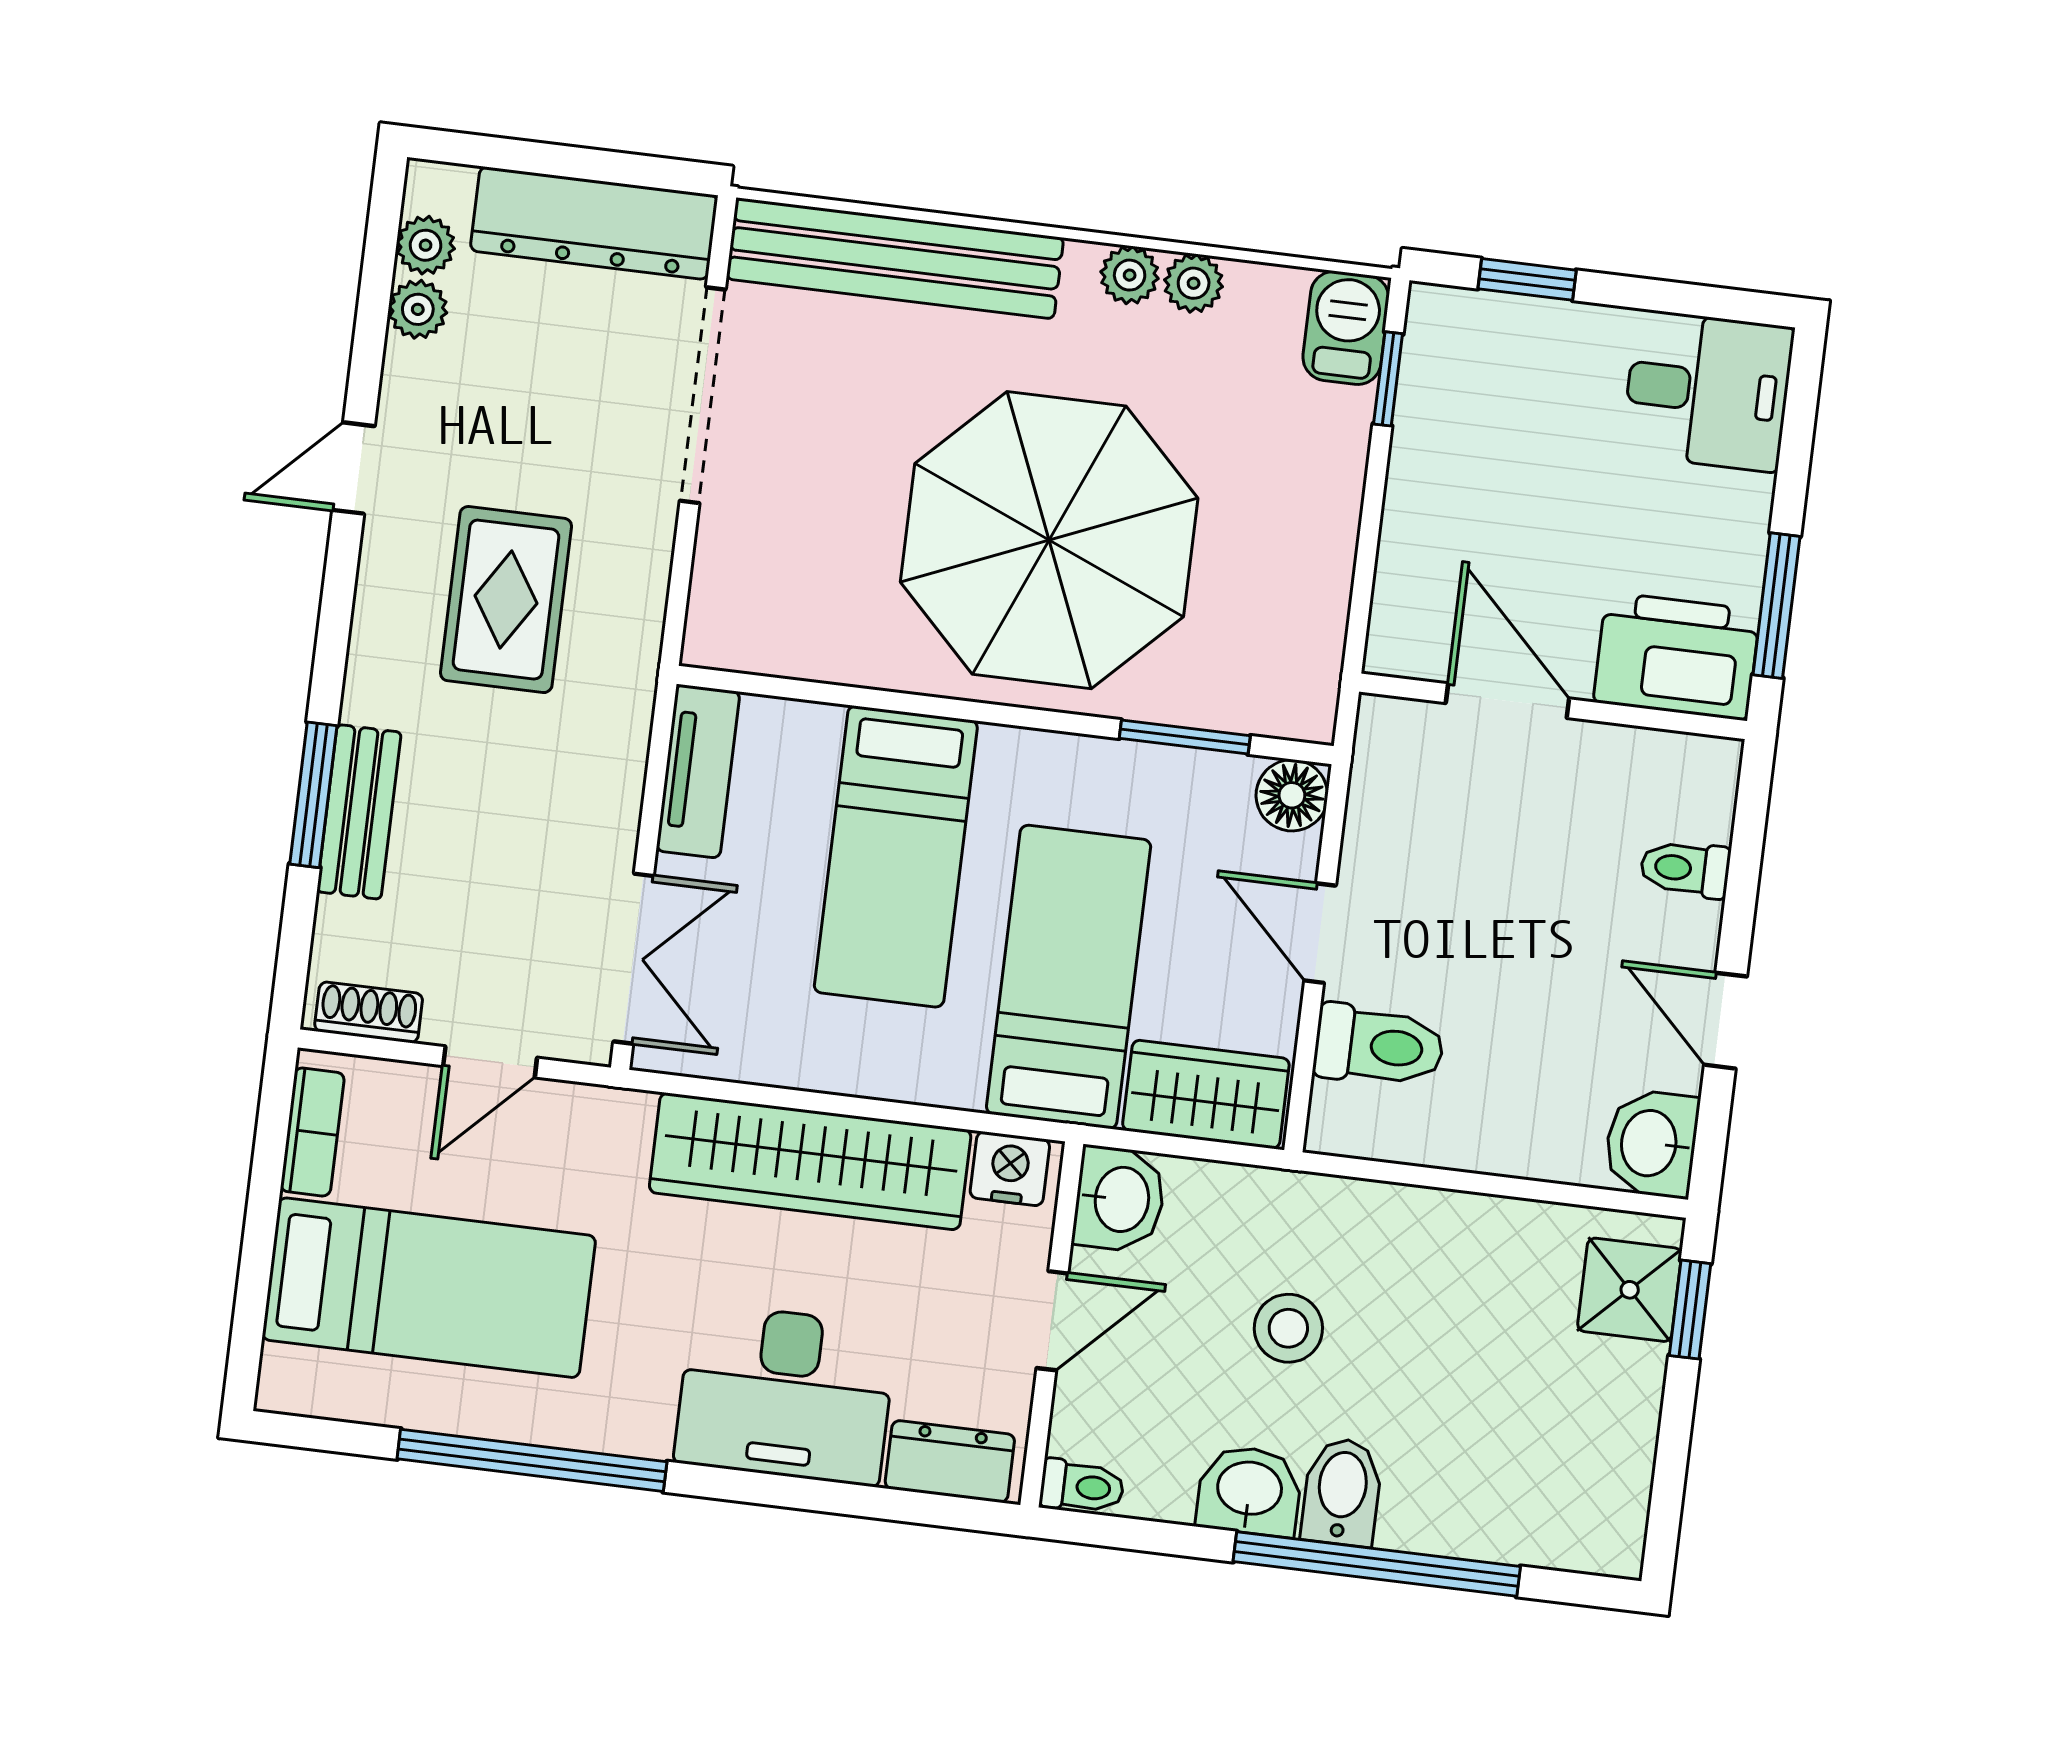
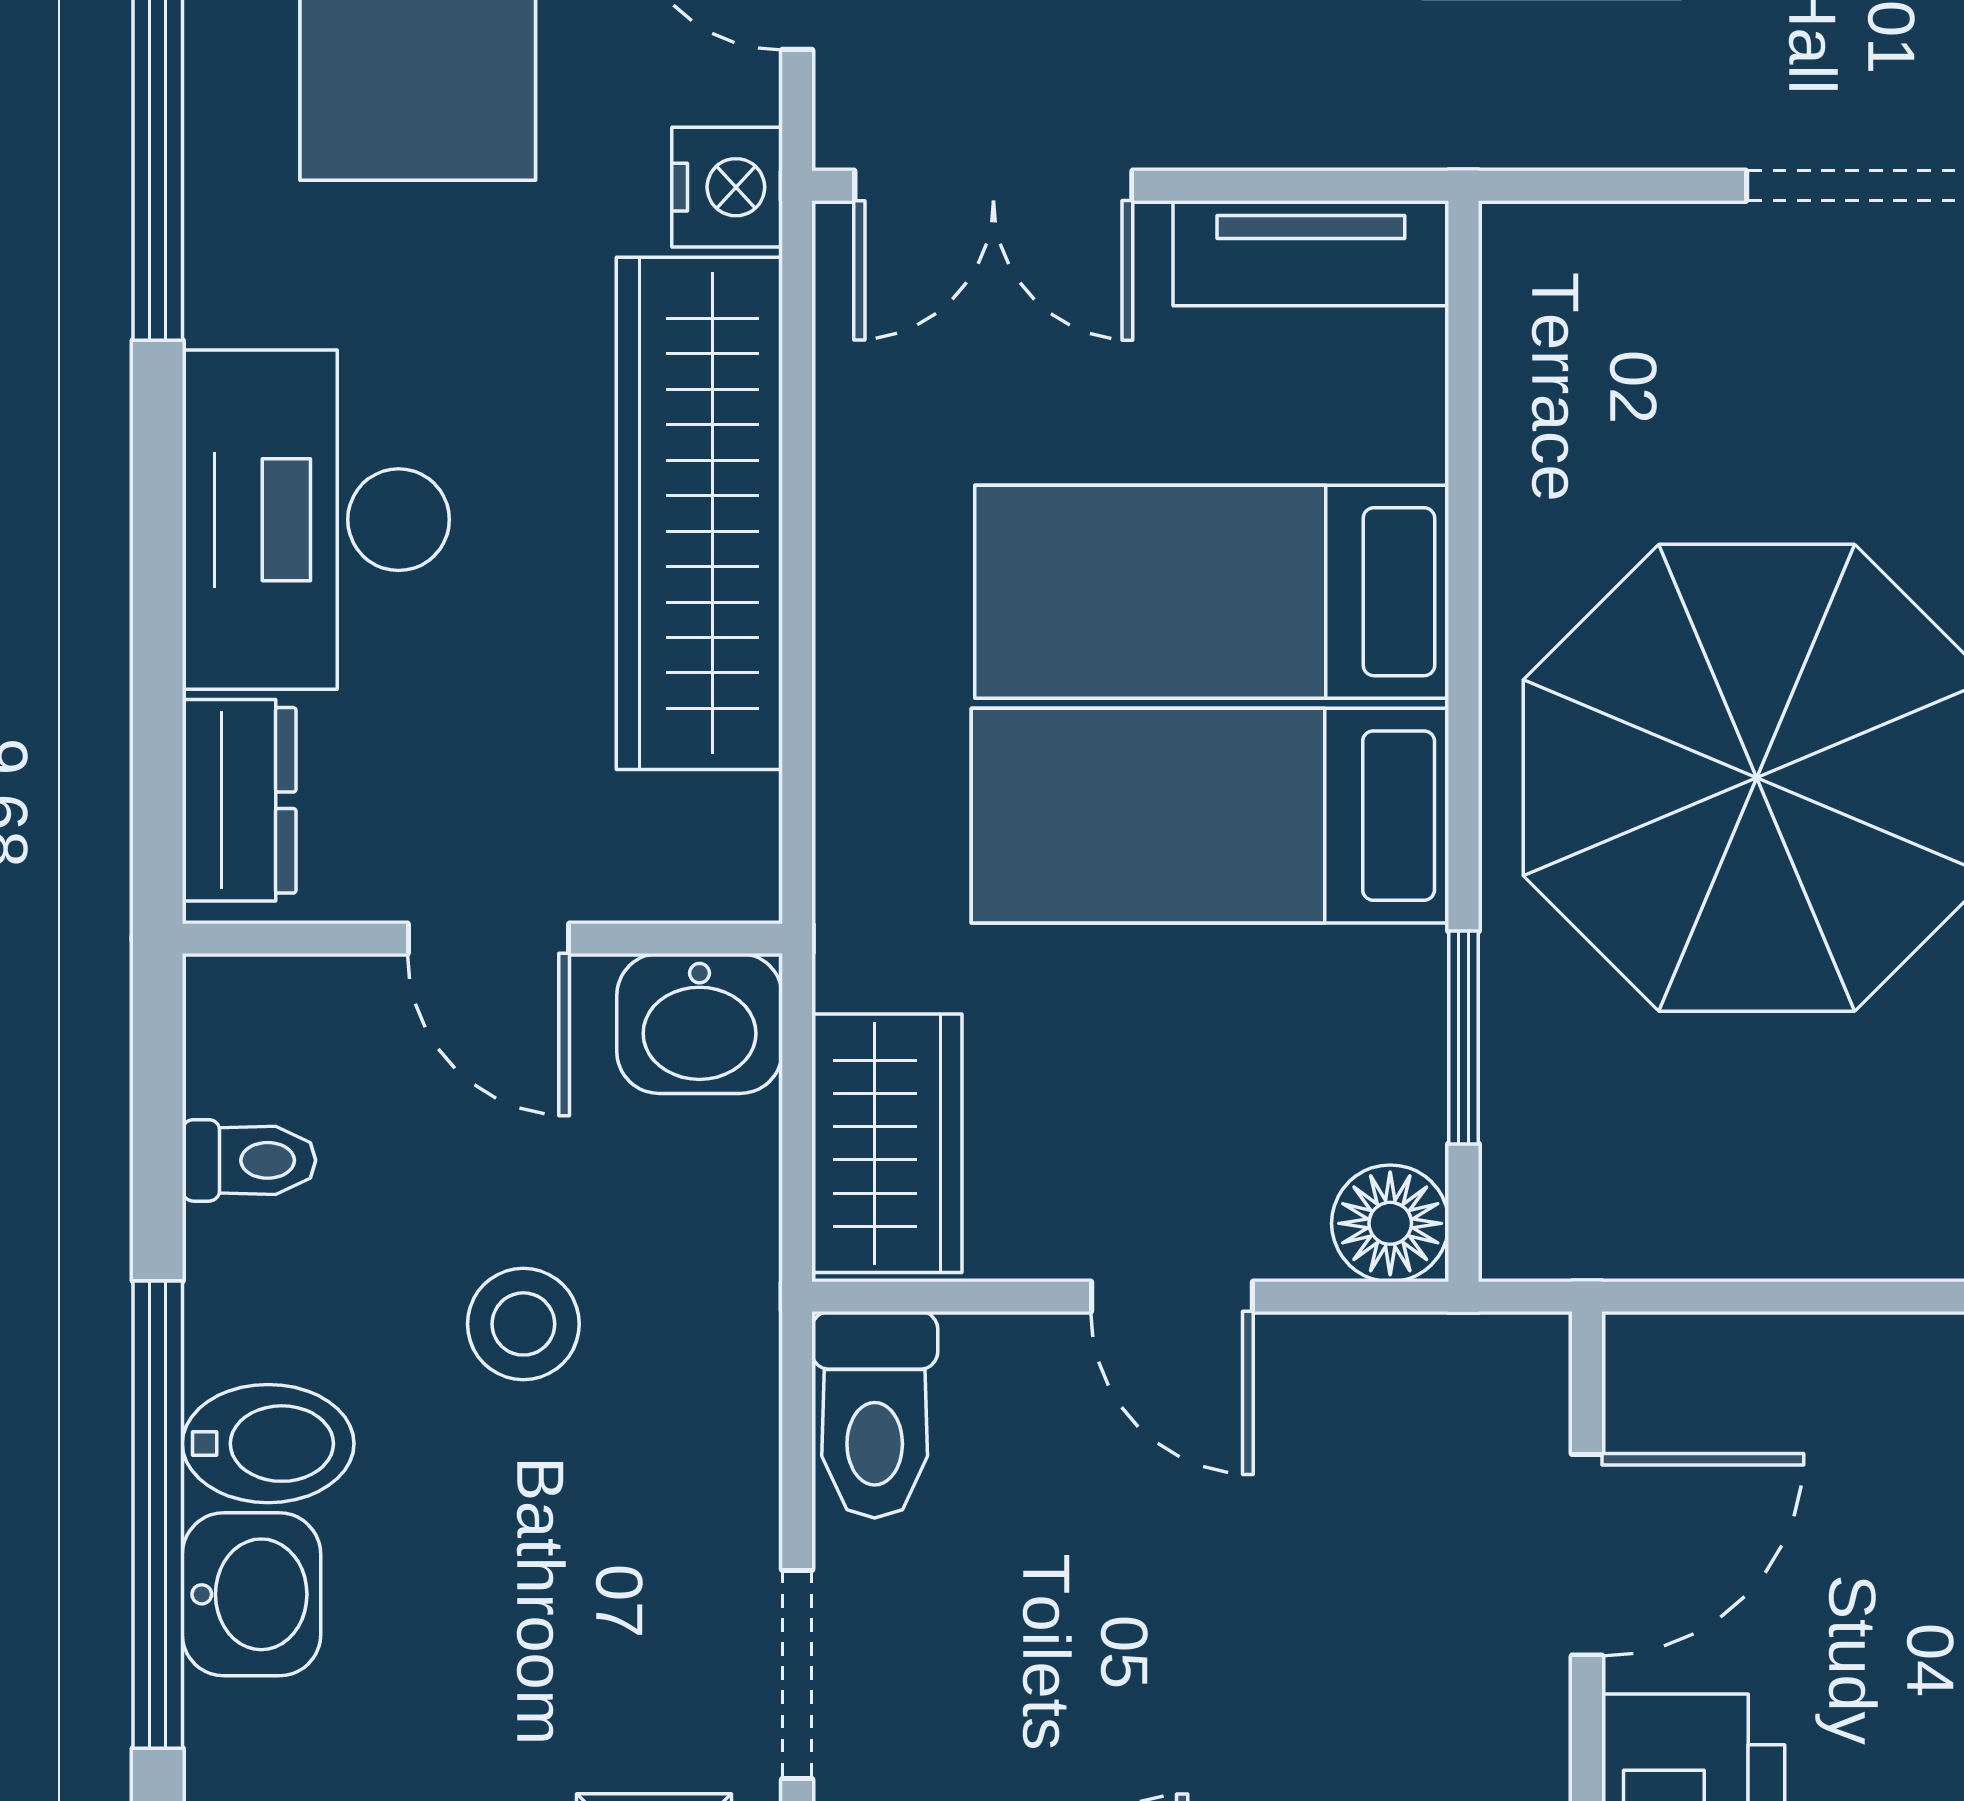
door: (1320, 933) -> (1172, 1297), swing flipped
bed: (1069, 977) -> (1210, 816), moved, turned 180
toilet: (1379, 1046) -> (875, 1415), moved
nightstand: (1010, 1169) -> (727, 187), moved
doorway: (1521, 1188) -> (797, 1674), added
toilet: (1082, 1486) -> (249, 1160), moved, turned -90
washbasin: (1249, 1491) -> (252, 1594), moved

